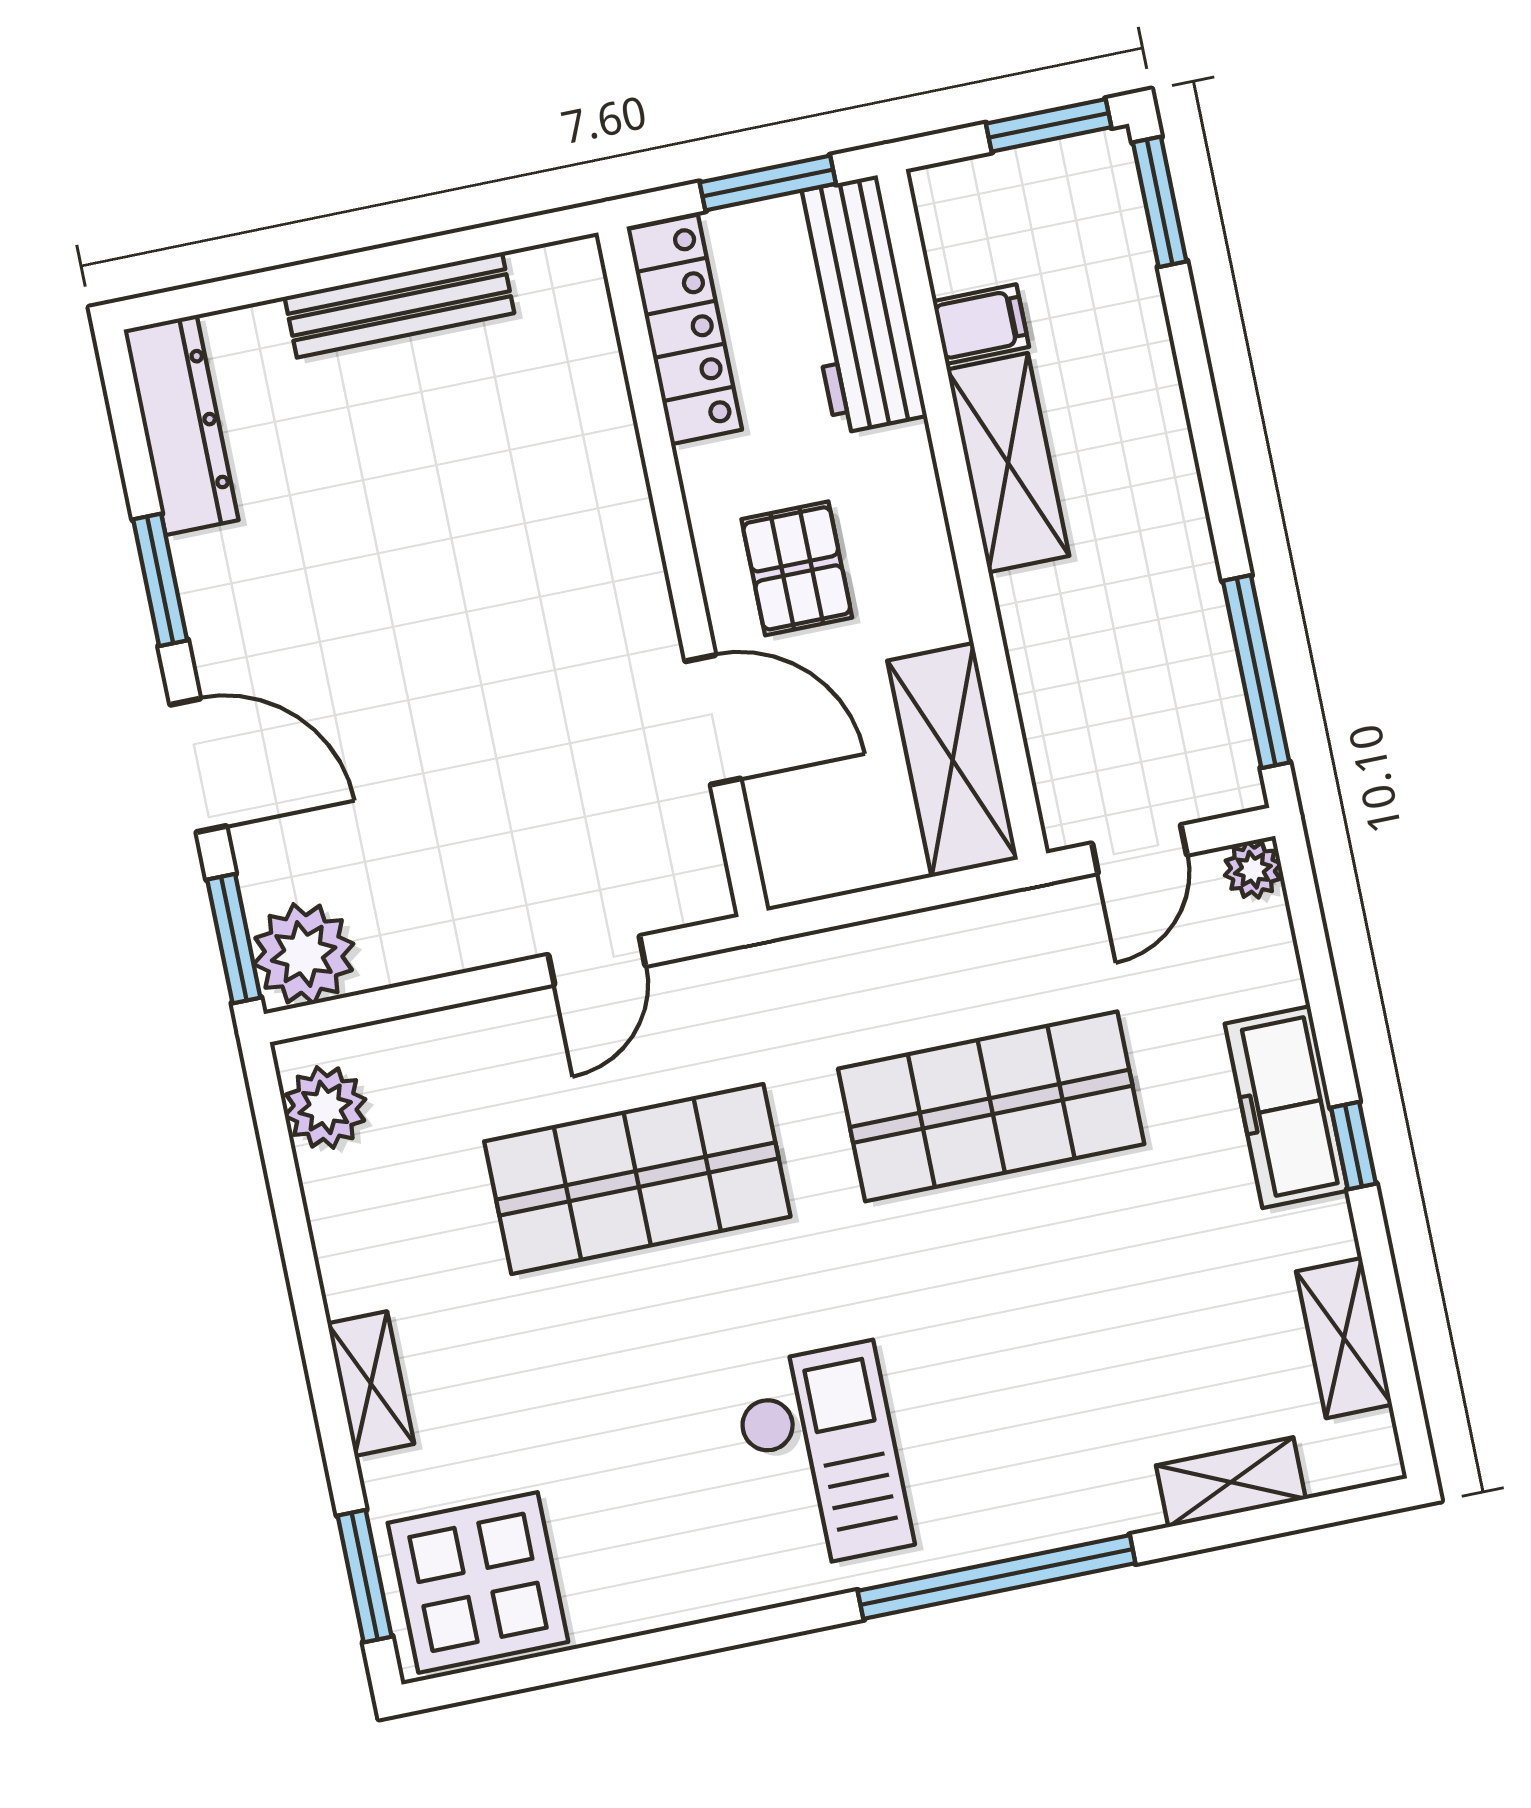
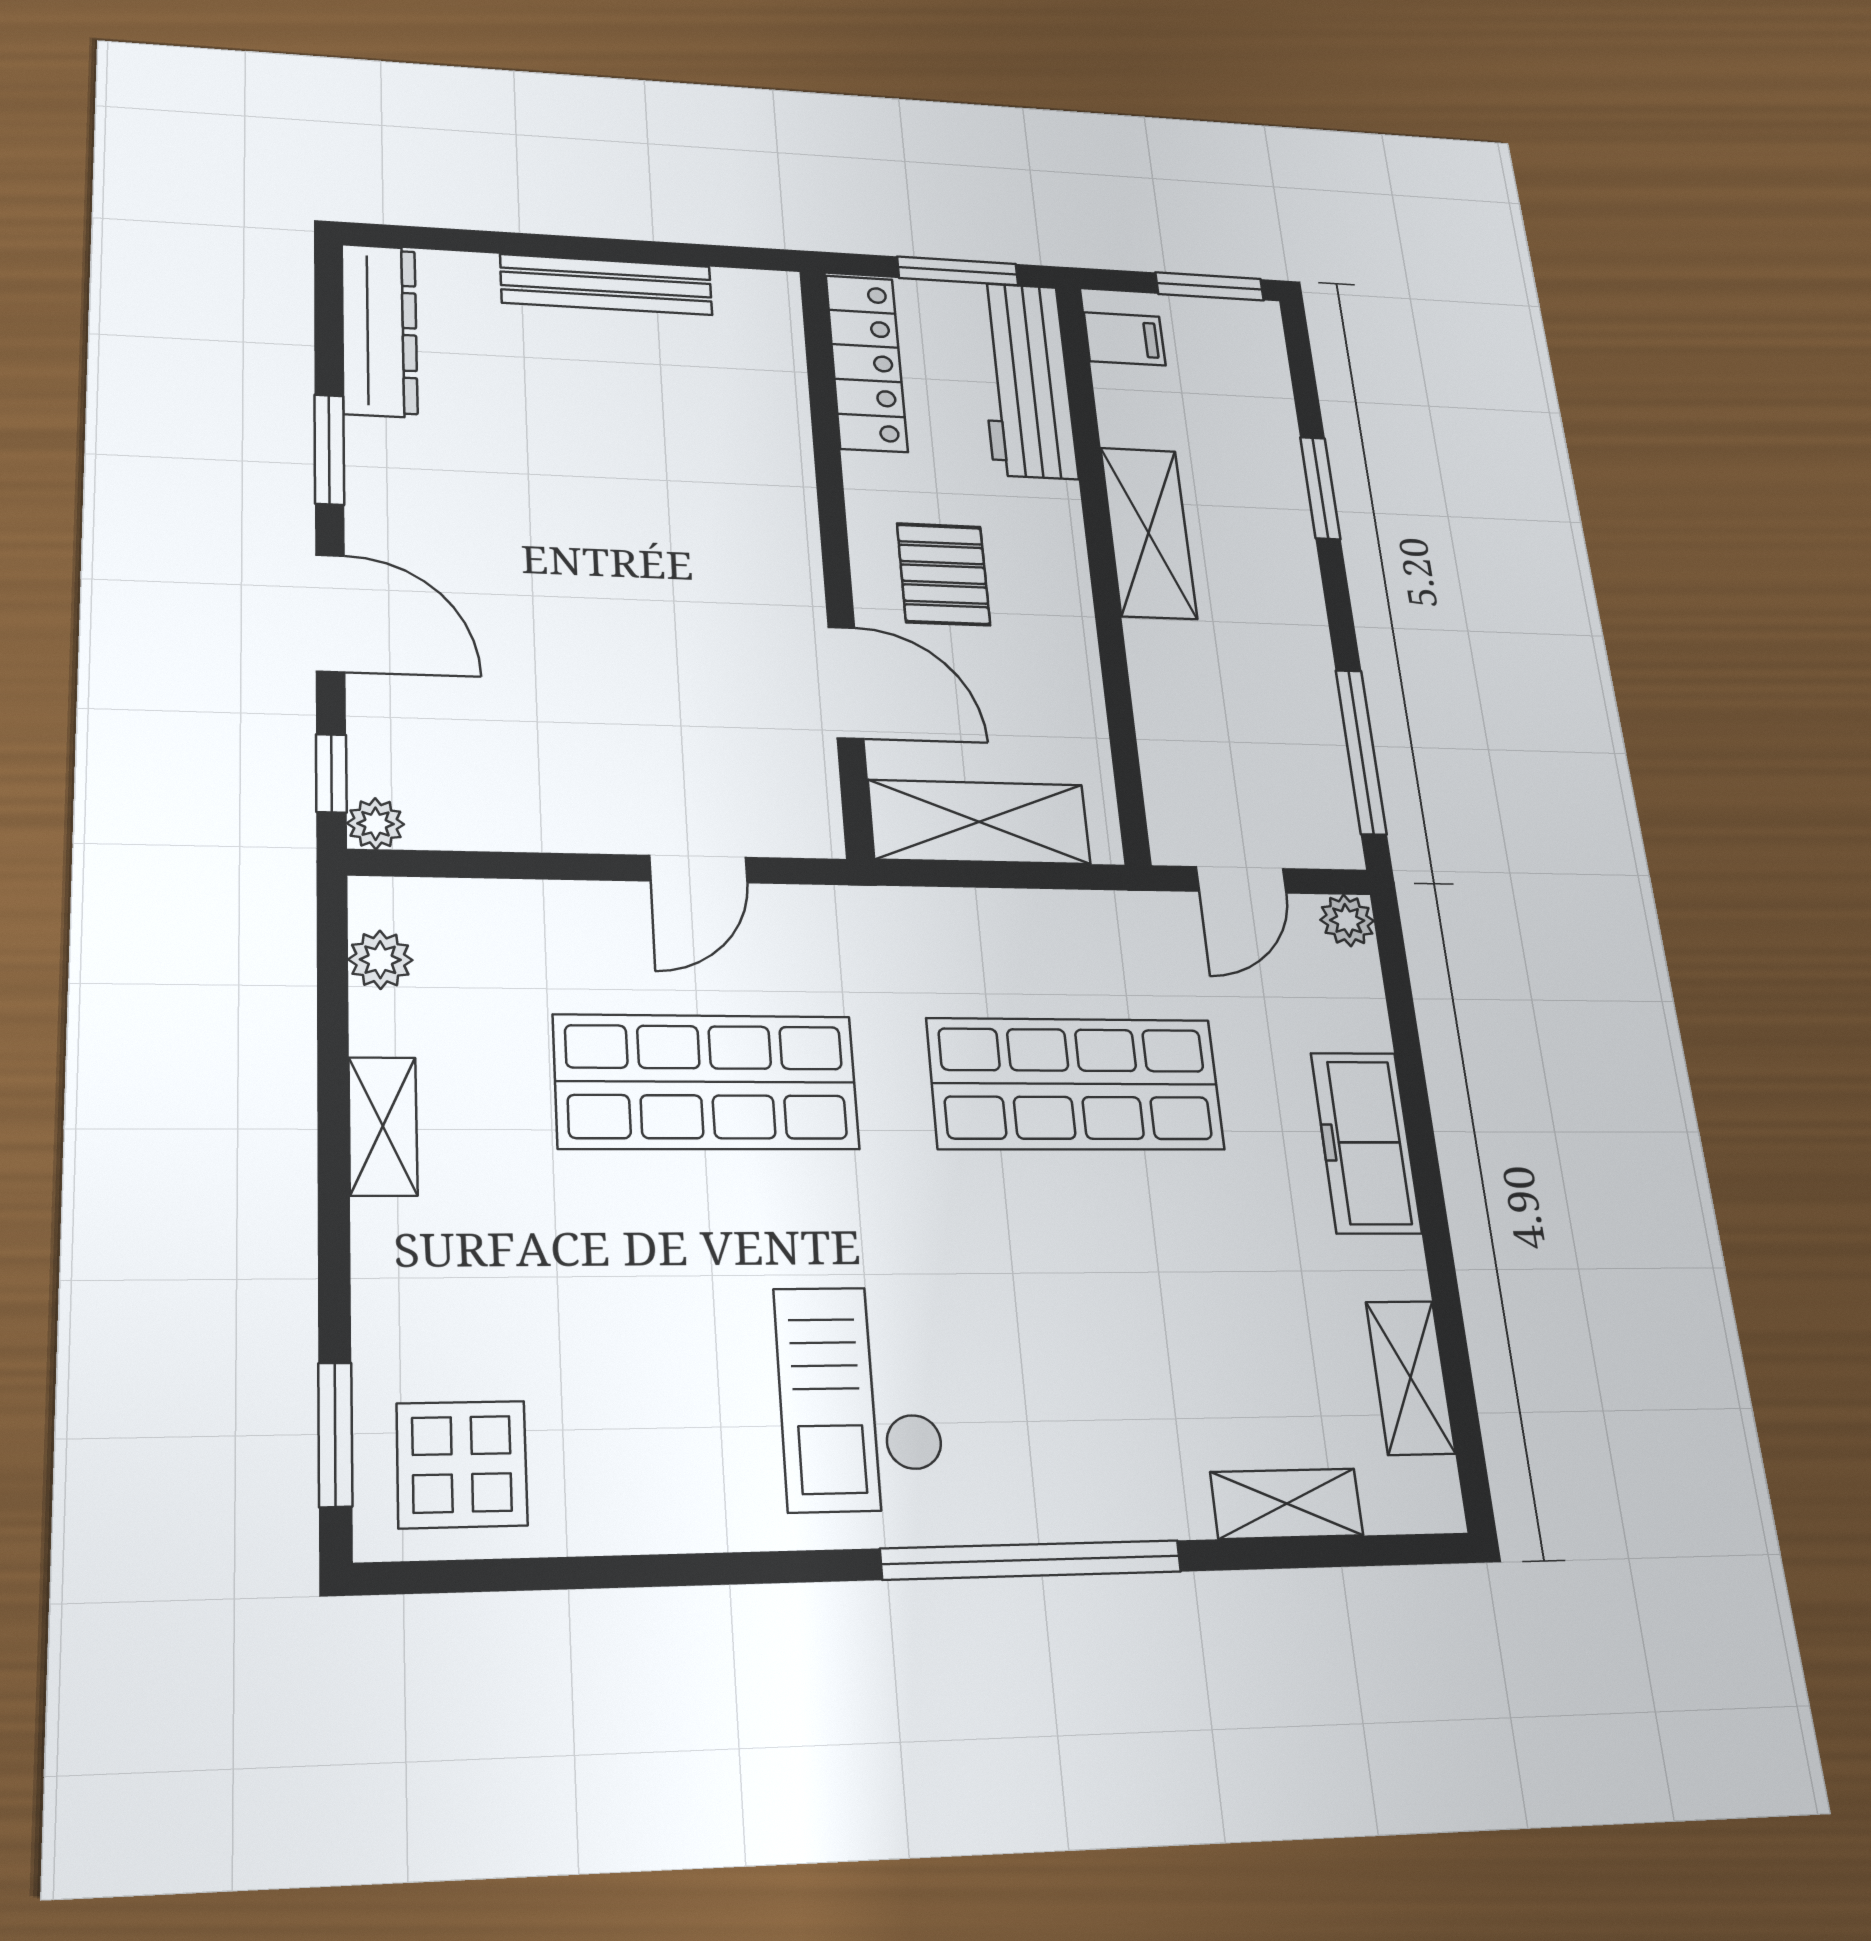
window: (1160, 202) -> (1320, 488), moved
filing cabinet: (981, 324) -> (1125, 339), moved
shelving: (953, 760) -> (979, 822), moved, turned 90
window: (234, 939) -> (331, 773), width x0.67
plant: (304, 954) -> (376, 824), width x0.53, depth x0.53
plant: (325, 1107) -> (380, 960), width x0.73, depth x0.73
window: (1353, 1146) -> (1429, 1192), removed
shelving: (371, 1384) -> (383, 1126), moved
checkout: (822, 1457) -> (860, 1398), turned 180
display table: (478, 1582) -> (462, 1464), width x0.73, depth x0.73

